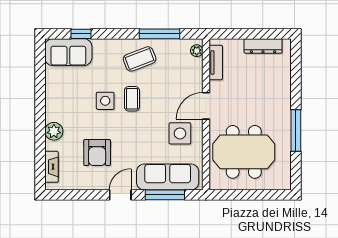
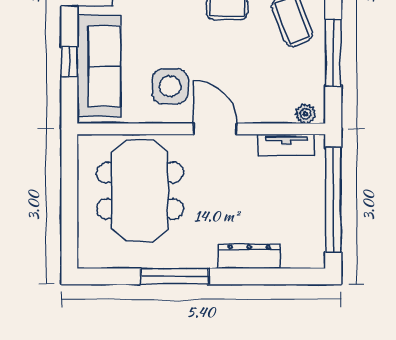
window: (249, 34) -> (333, 200), added
dresser: (263, 46) -> (249, 256), moved, turned 90
window: (165, 195) -> (69, 61), width x0.46

